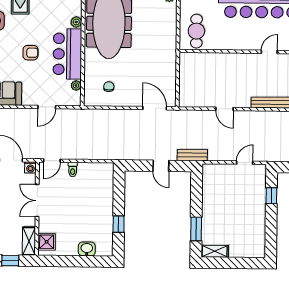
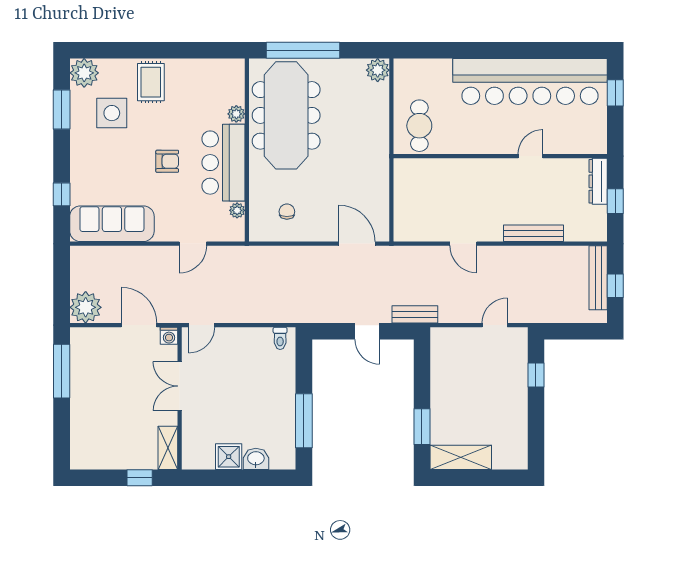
toilet: (73, 170) -> (280, 338), moved
window: (119, 224) -> (304, 421), width x2.17
shower: (47, 242) -> (229, 457), moved
shelving: (215, 251) -> (461, 457), width x1.50, depth x1.33

